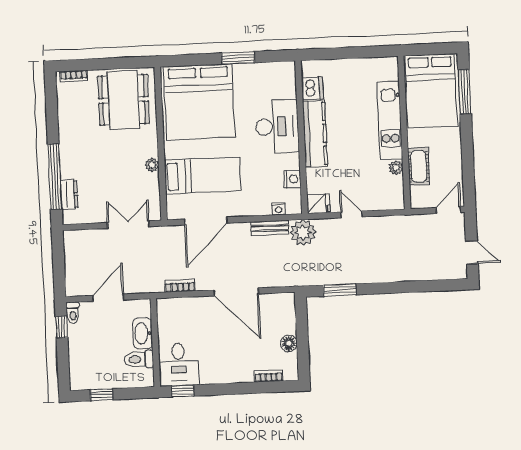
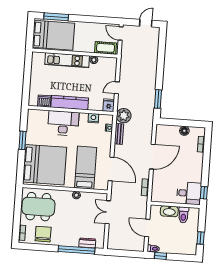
chair: (76, 114) -> (43, 234), added
cot: (419, 166) -> (105, 48), moved

